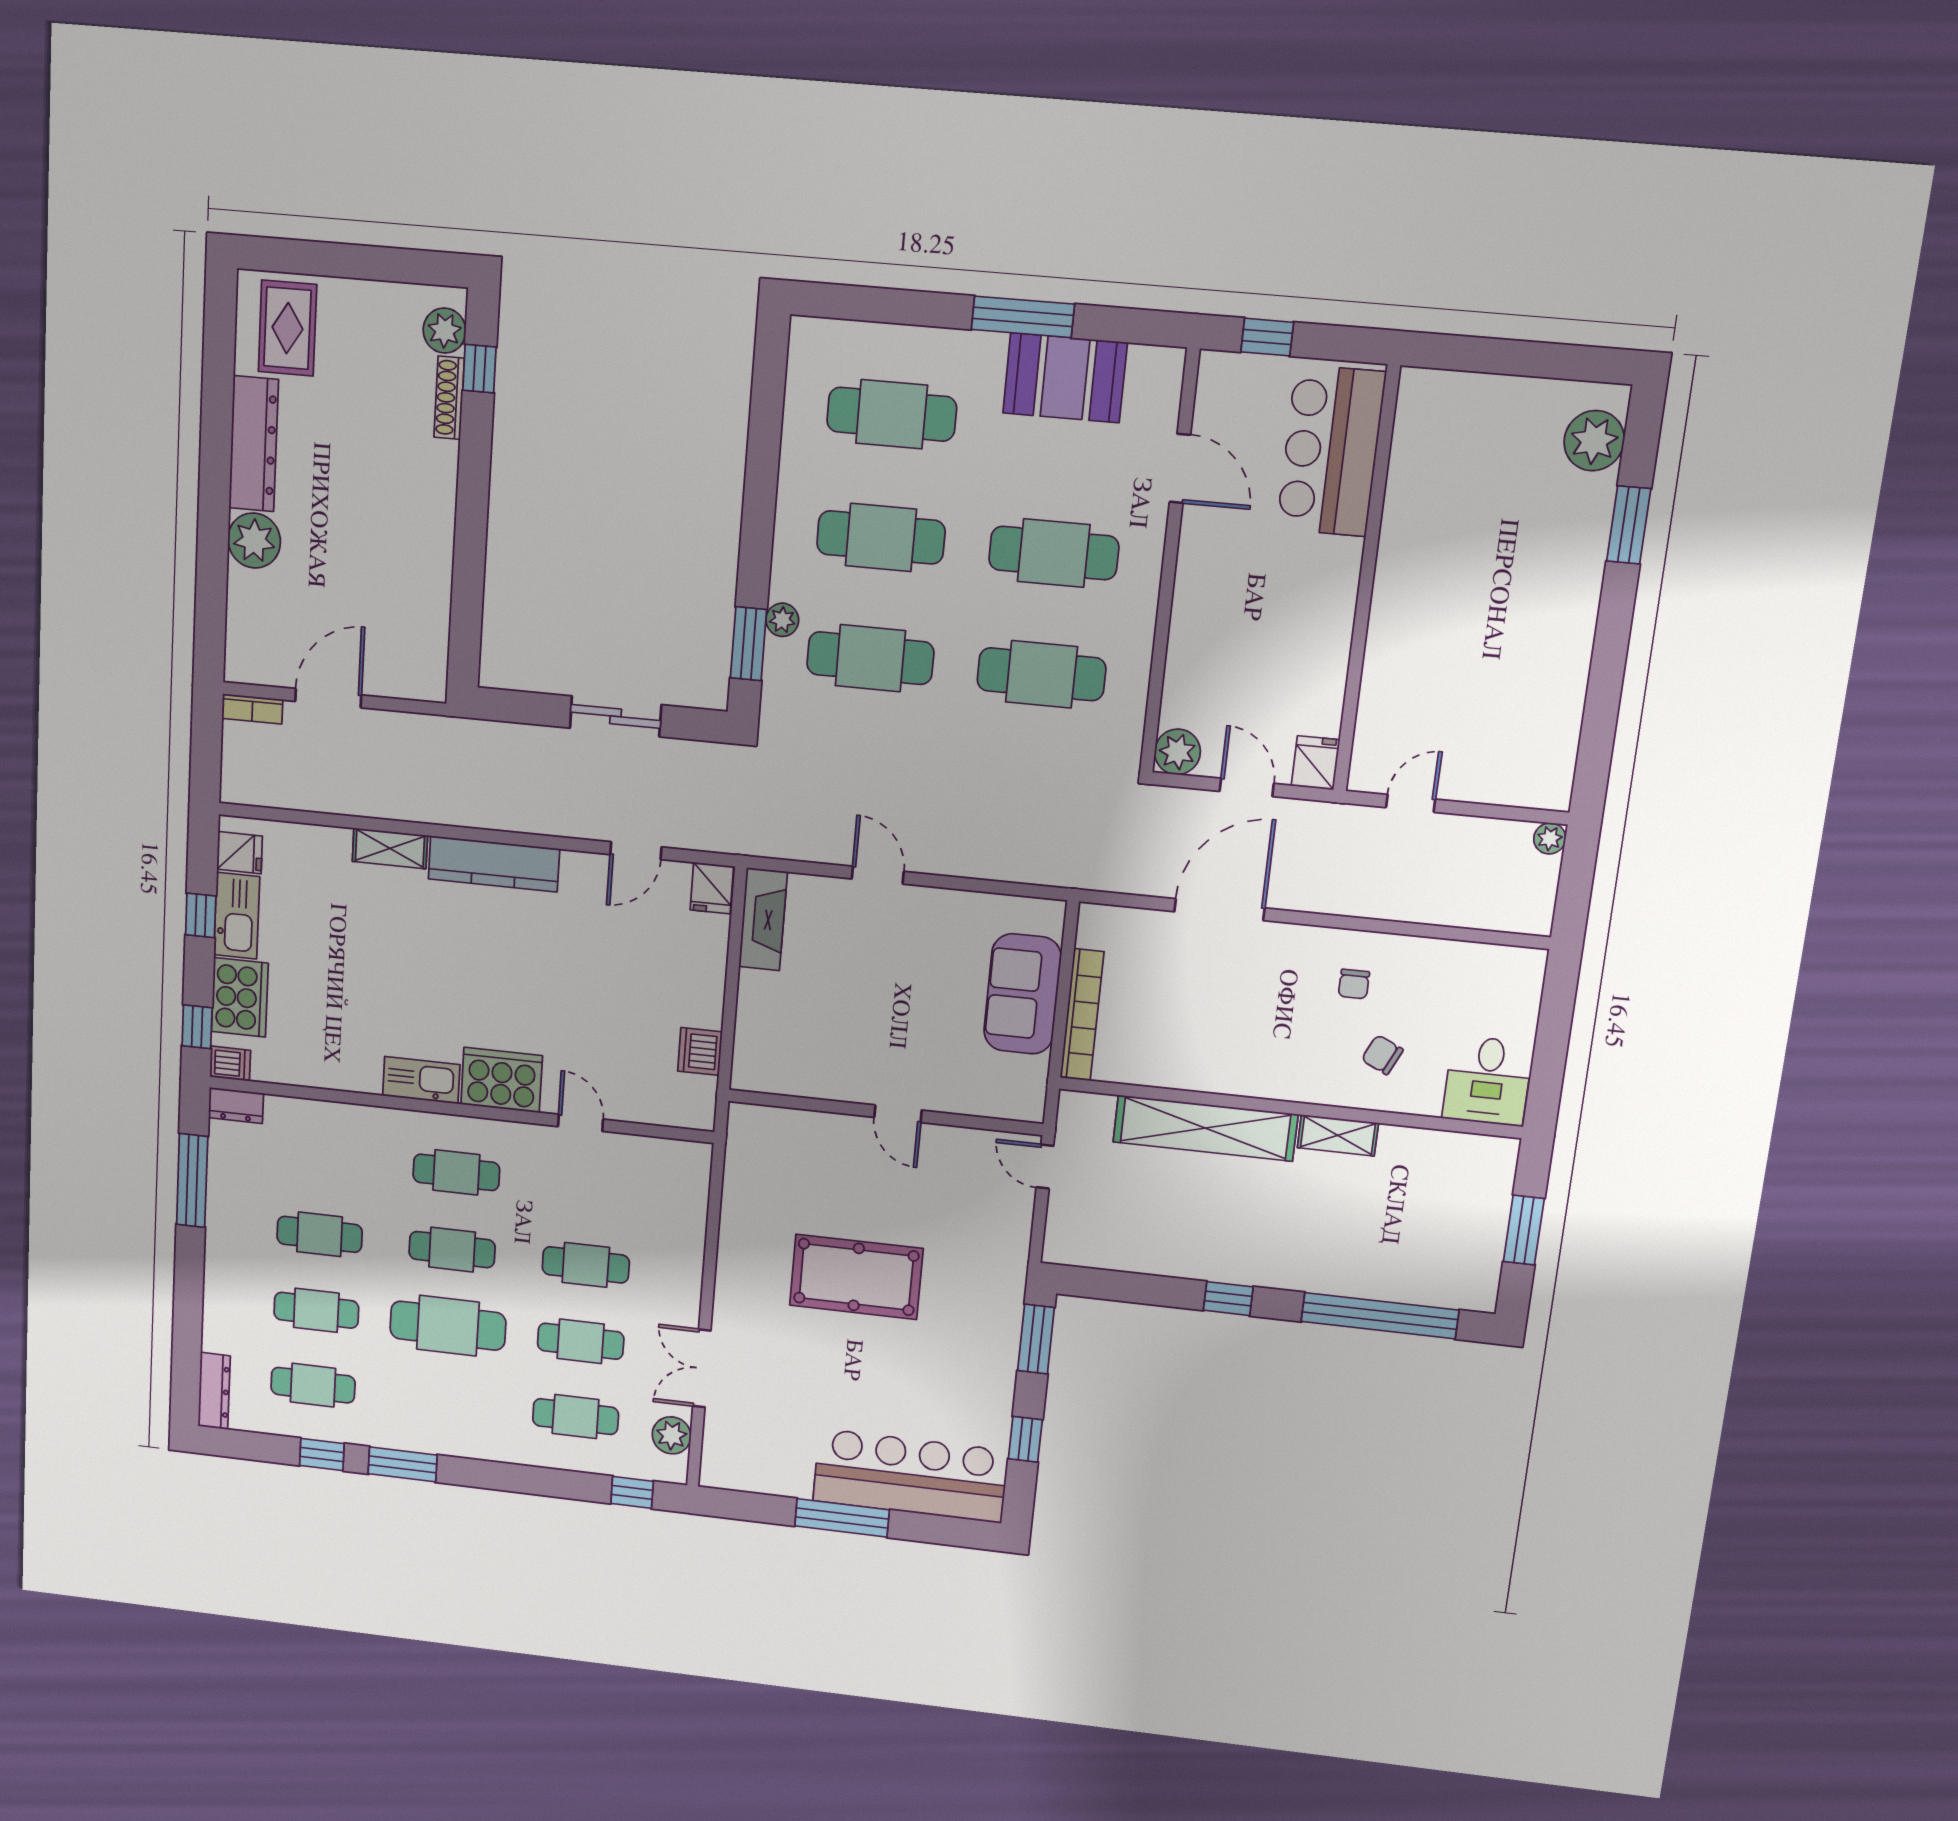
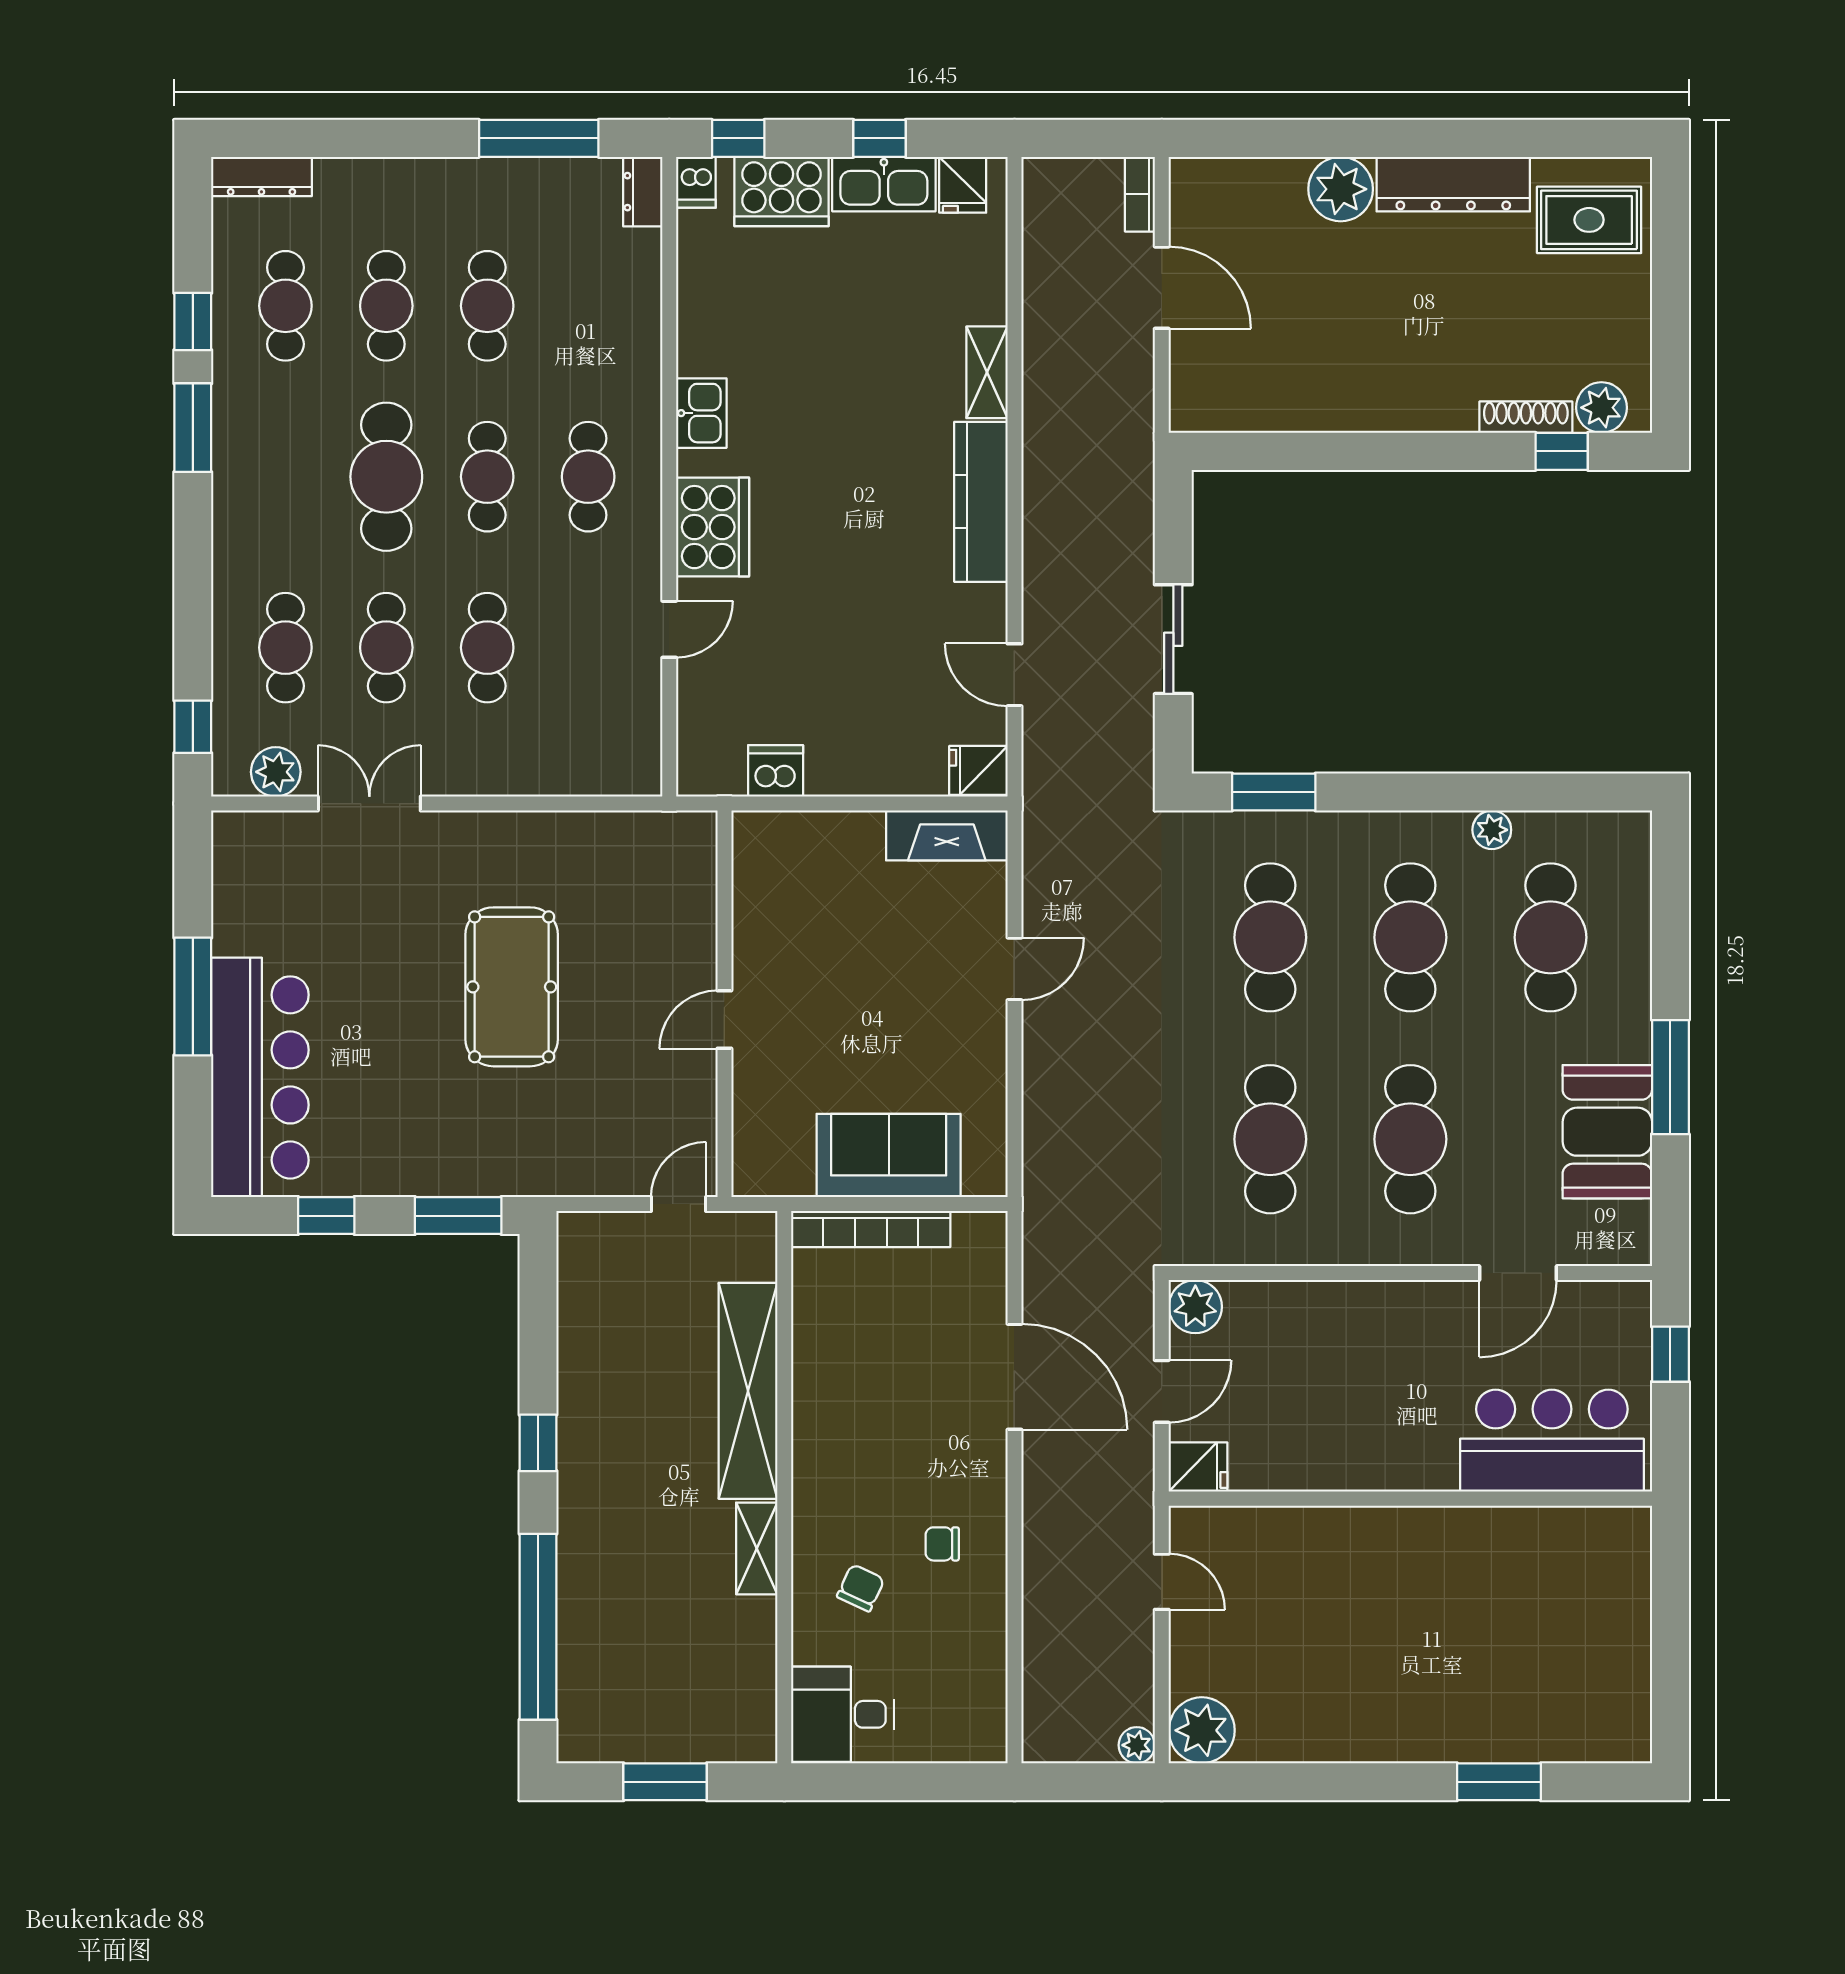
plant: (1594, 441) -> (1202, 1730), moved
plant: (782, 620) -> (1492, 830), moved
kitchen sink: (421, 1080) -> (701, 413), width x0.73

